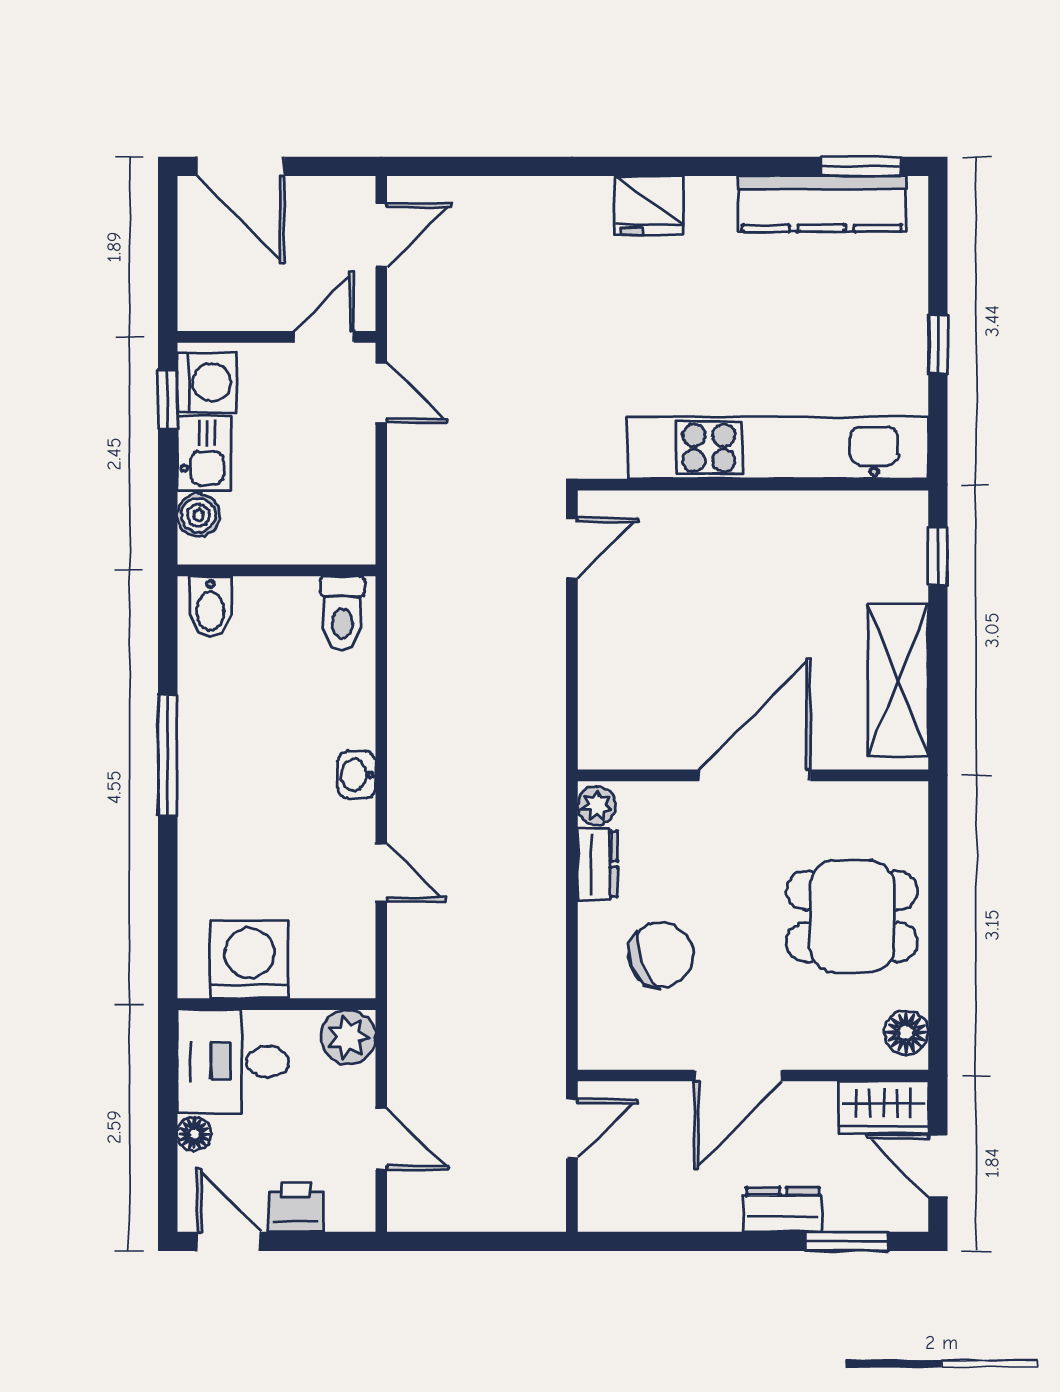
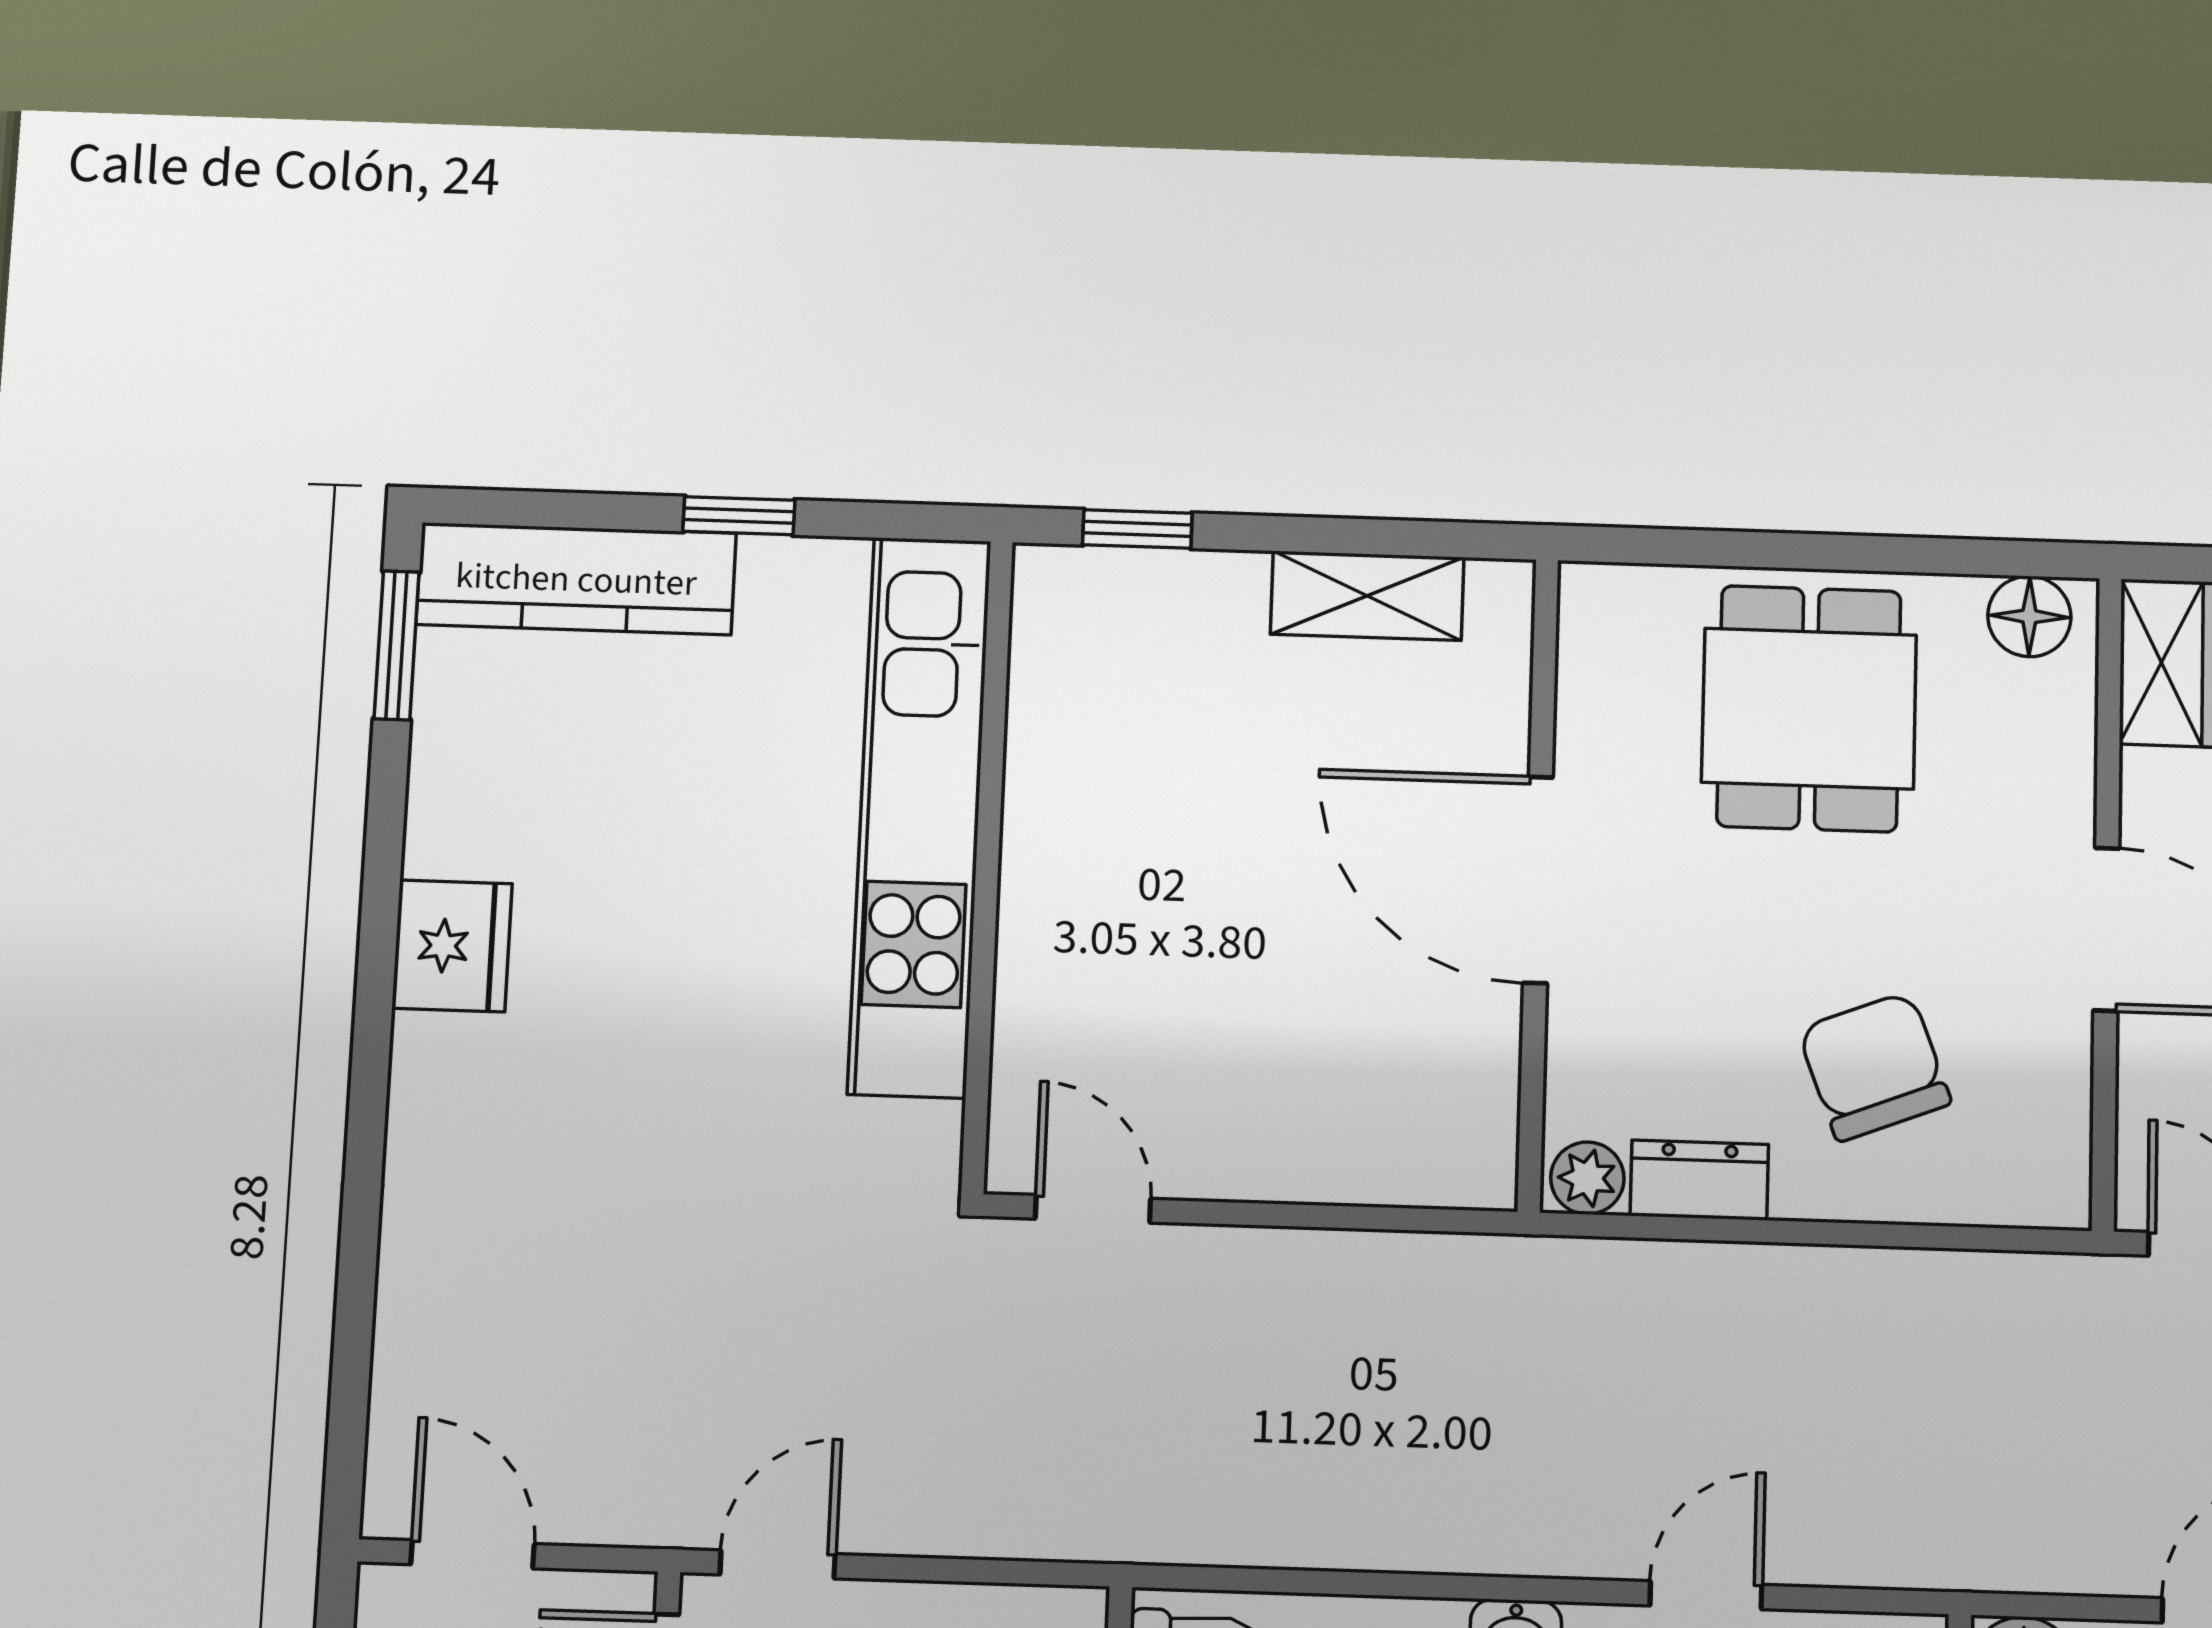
kitchen counter: (822, 204) -> (576, 579), moved, turned 90
fridge: (649, 205) -> (452, 946), moved
shelving: (898, 680) -> (1367, 596), width x0.67, depth x0.75

